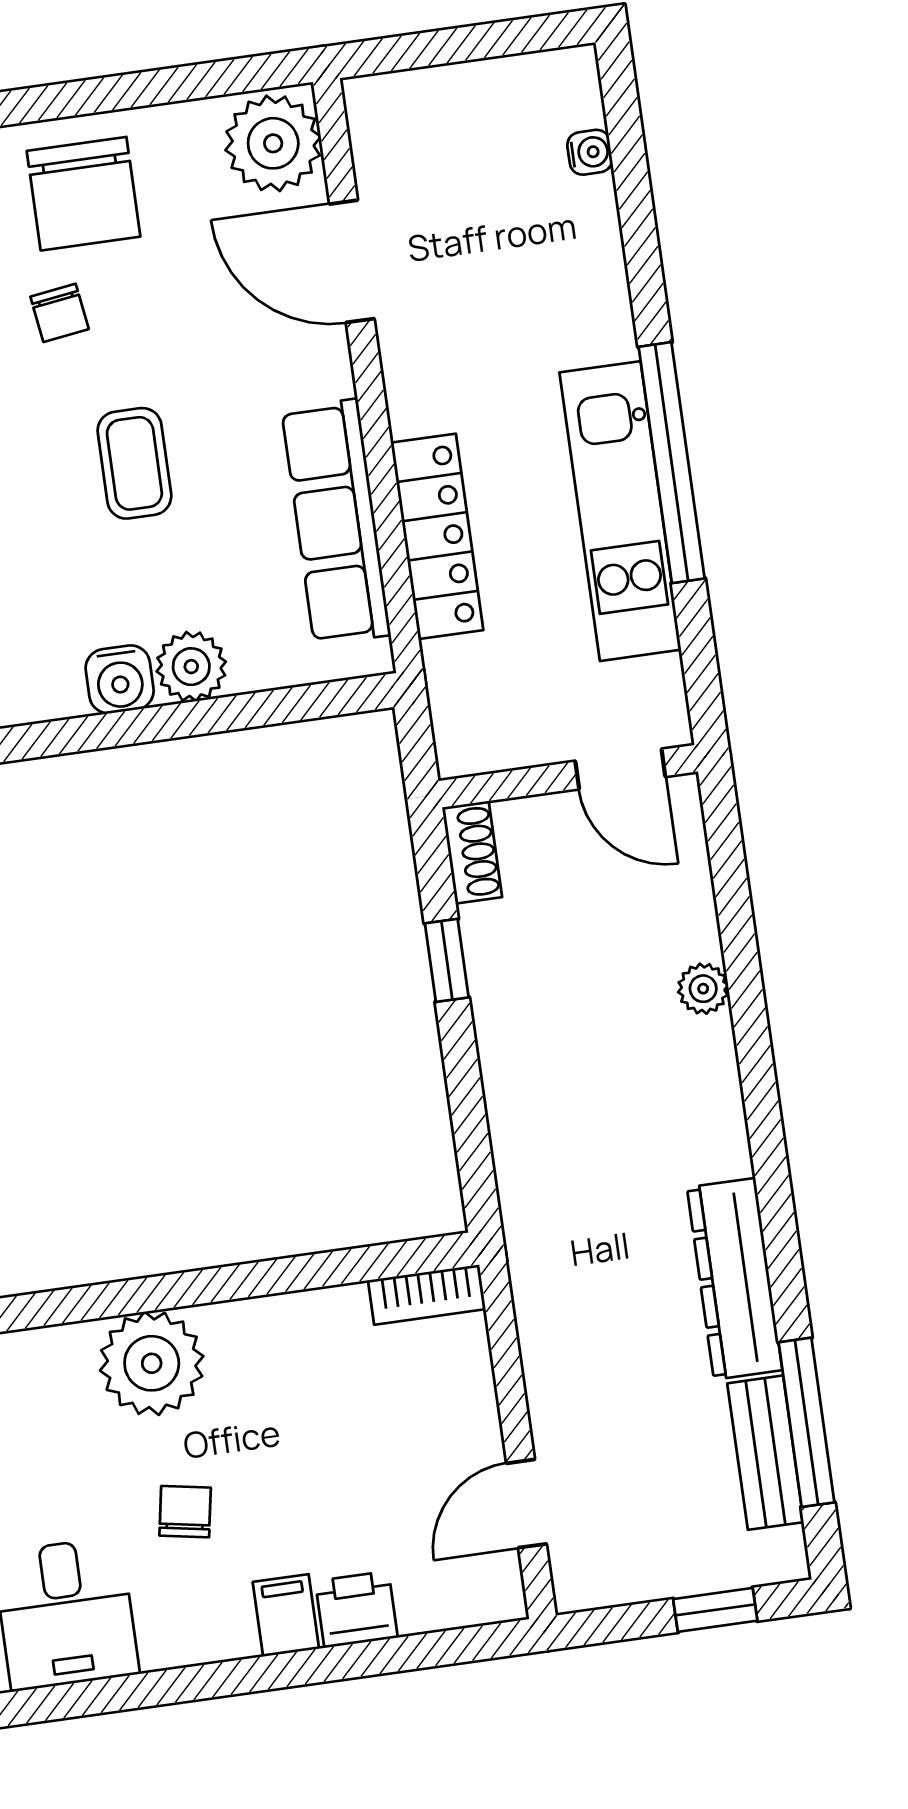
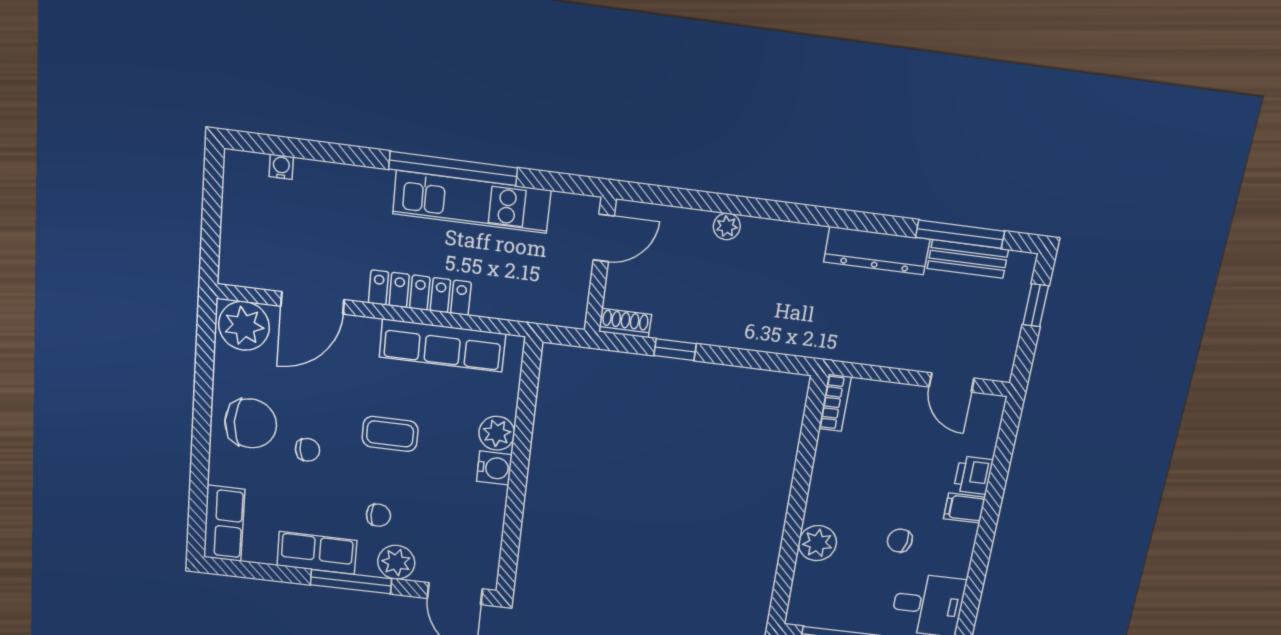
locker: (437, 536) -> (420, 293), moved
plant: (152, 1363) -> (817, 543), width x0.73, depth x0.73

